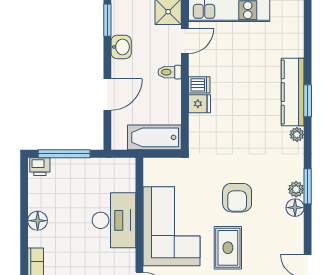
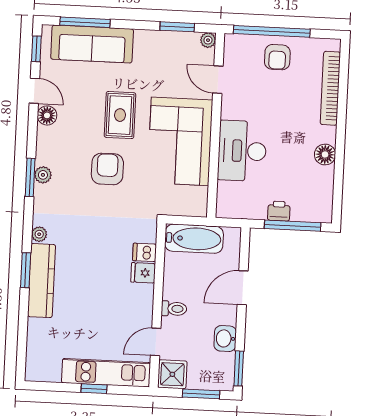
dishwasher: (199, 85) -> (144, 252), moved
printer: (40, 167) -> (279, 211), moved
floor lamp: (295, 208) -> (47, 115), moved

